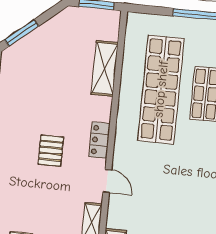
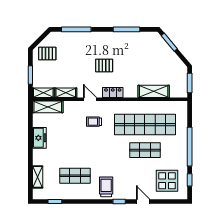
trolley: (147, 178) -> (94, 122), added
door: (107, 181) -> (90, 99), swing flipped

